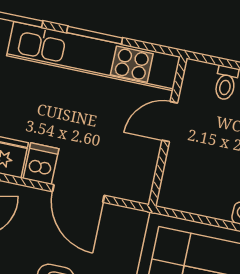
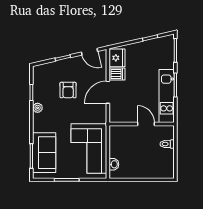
kitchen unit: (93, 56) -> (167, 96), width x0.73

